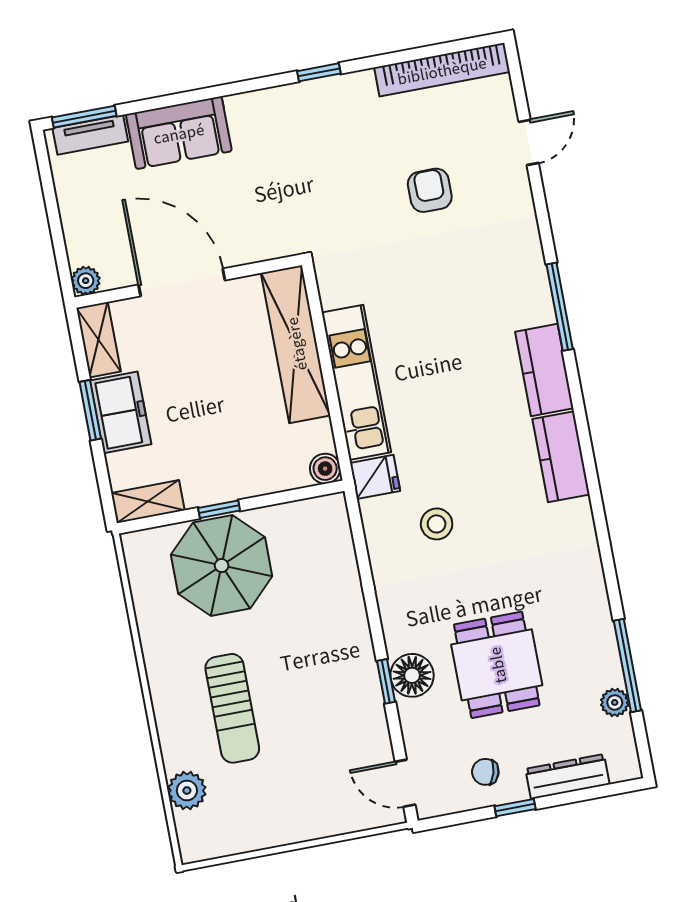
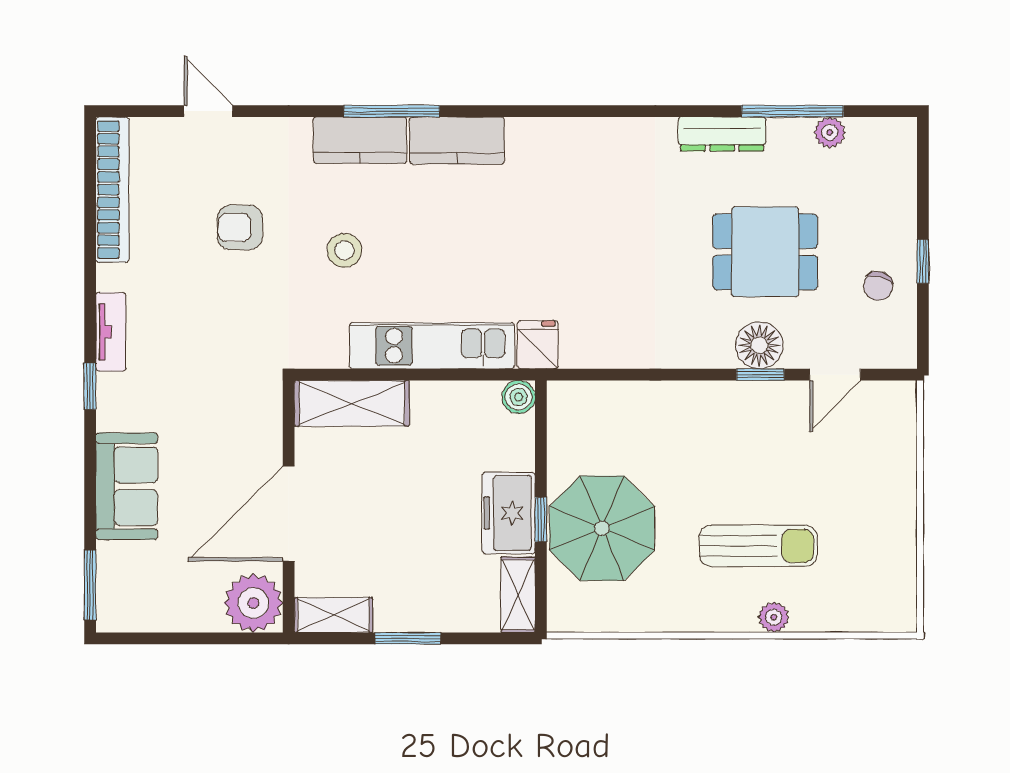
window: (319, 72) -> (90, 386), moved
tv unit: (90, 135) -> (111, 332), moved
plant: (86, 281) -> (253, 603), width x1.88, depth x1.88
shelving: (296, 344) -> (352, 403), width x0.68
freezer: (121, 412) -> (509, 513), moved, turned -90
kitchen counter: (561, 457) -> (360, 140), moved
stool: (437, 524) -> (344, 250), moved
dresser: (567, 777) -> (722, 134), moved, turned -90
door: (405, 783) -> (835, 375), moved
plant: (187, 790) -> (774, 617), moved, width x0.73, depth x0.73

